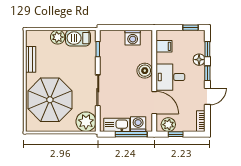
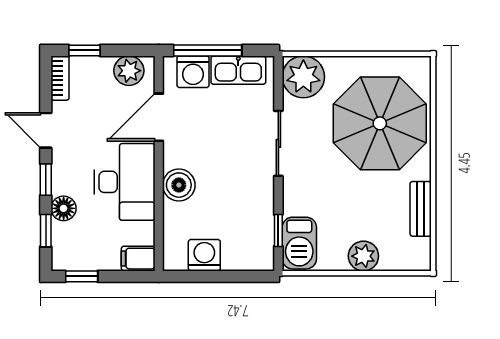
barbecue: (78, 38) -> (299, 243), moved, turned 90
filing cabinet: (164, 46) -> (138, 259), moved
desk: (170, 77) -> (124, 182), width x1.37
door: (207, 96) -> (46, 130), hinge flipped
door: (154, 103) -> (159, 117), hinge flipped
window: (176, 134) -> (84, 50), moved

